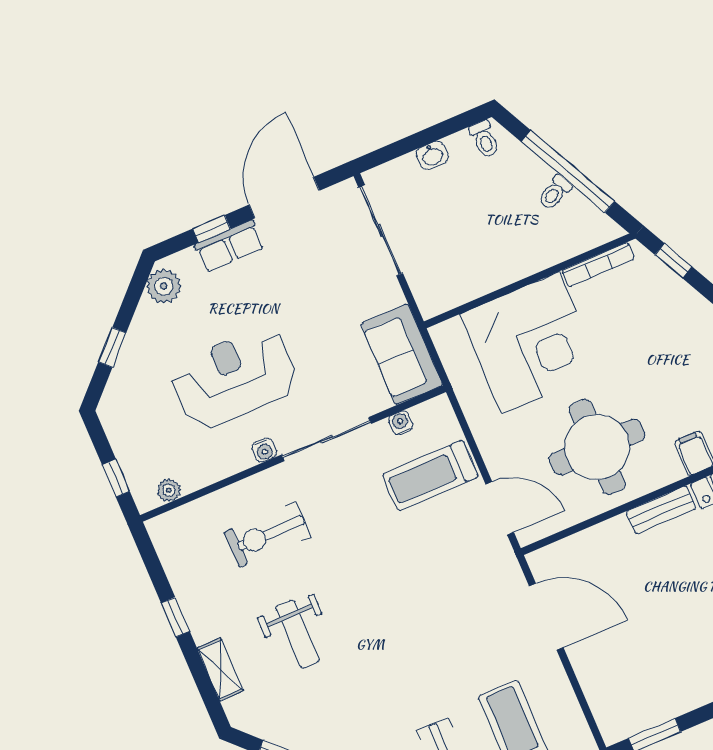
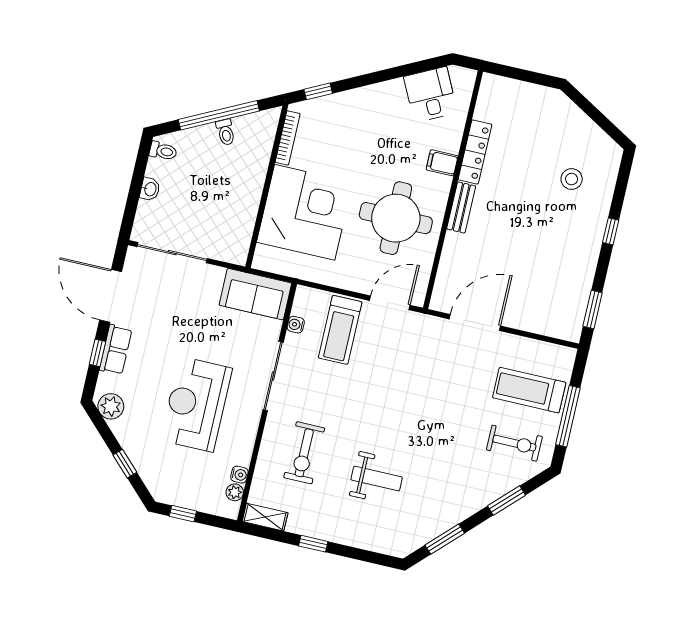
water cooler: (264, 450) -> (239, 475), moved
window: (116, 478) -> (183, 514), moved
shelving: (220, 669) -> (265, 517), moved

